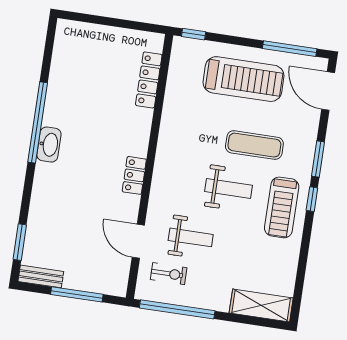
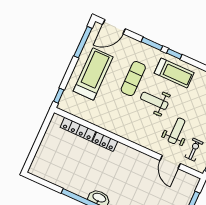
locker: (134, 175) -> (105, 142), moved
weight bench: (228, 188) -> (154, 101), turned -90
door: (138, 241) -> (170, 162), hinge flipped

